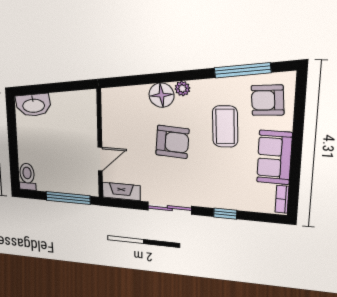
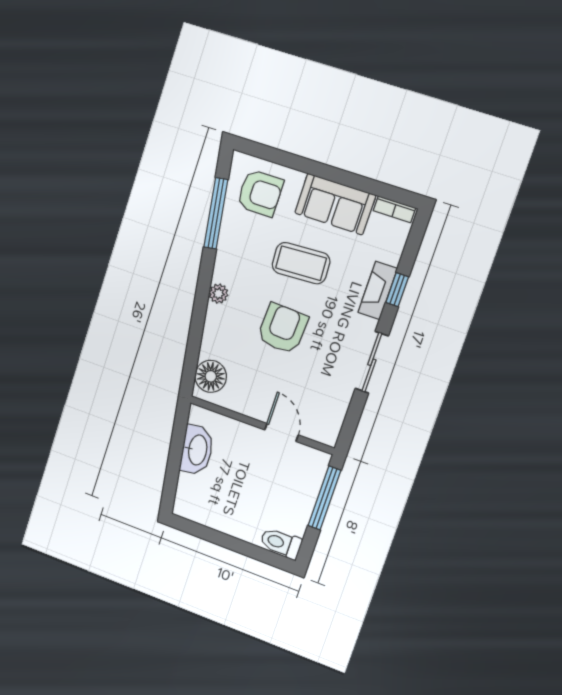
floor lamp: (162, 95) -> (211, 376), moved
armchair: (268, 100) -> (260, 193), turned -85
washbasin: (33, 105) -> (197, 450), moved
coffee table: (225, 126) -> (301, 263), moved
fireplace: (121, 191) -> (378, 290), moved

